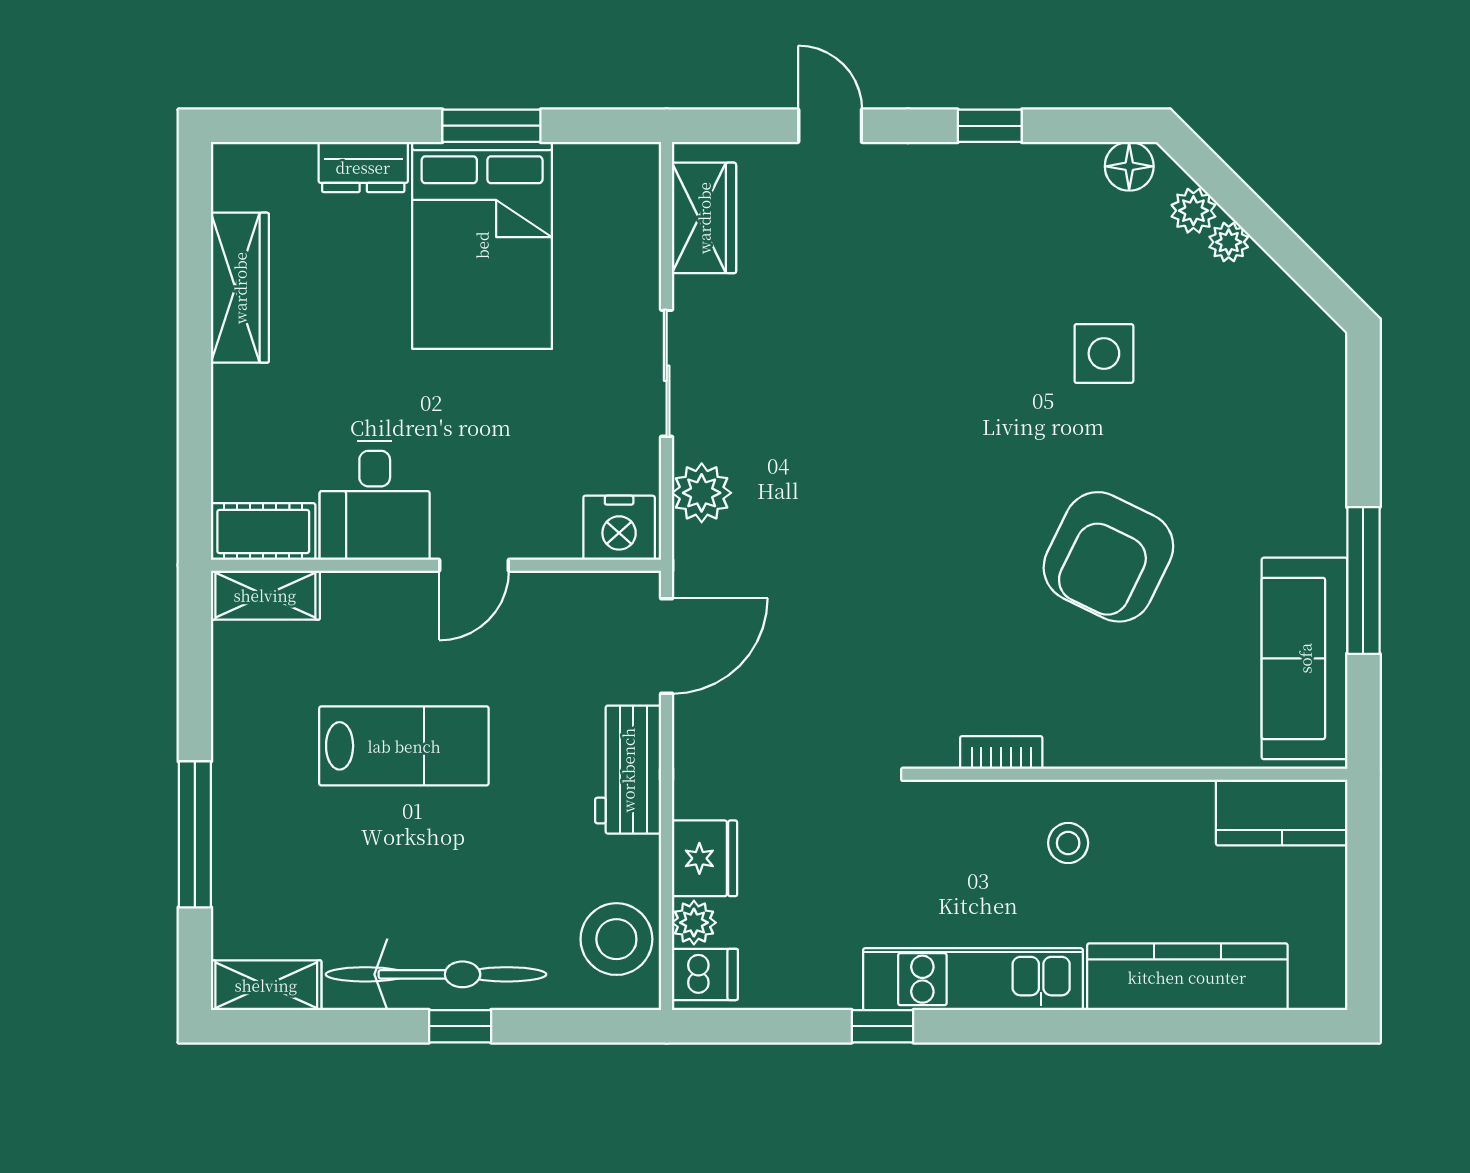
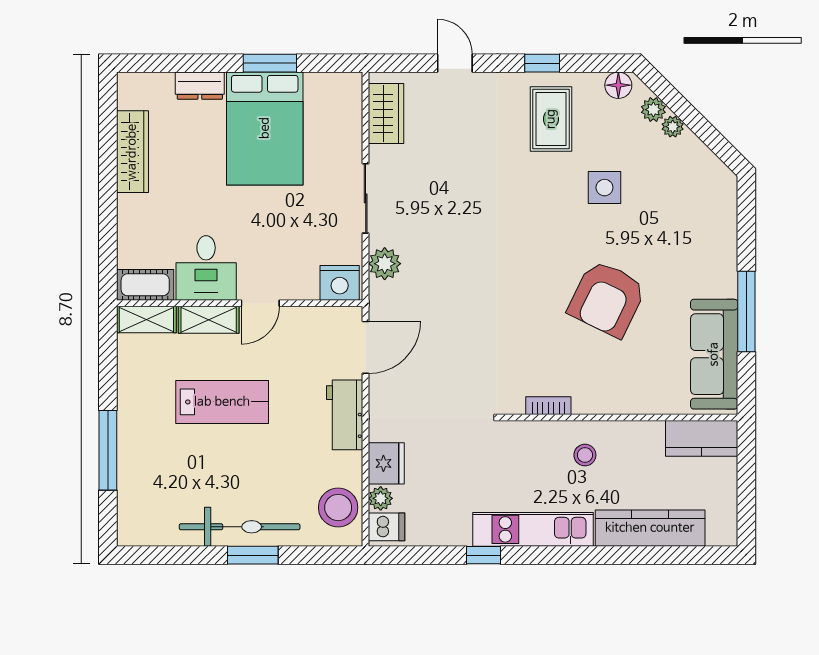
rug: (1006, 228) -> (551, 119), added
shelving: (266, 985) -> (209, 320), moved
window: (460, 1026) -> (253, 555), width x1.50

